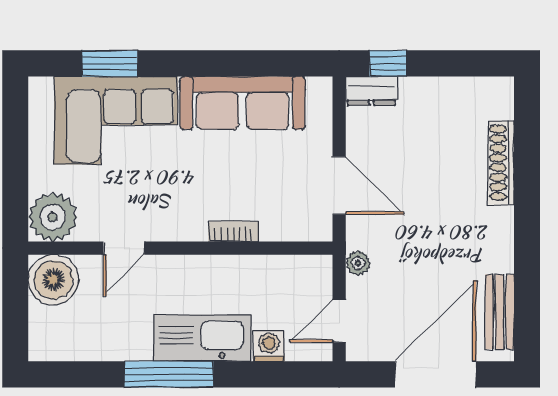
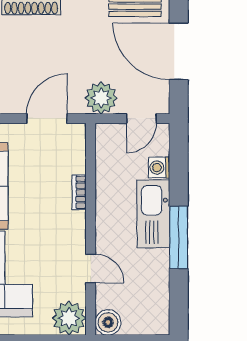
plant: (358, 263) -> (101, 98), width x1.88, depth x1.88
boiler: (53, 280) -> (108, 322), width x0.73, depth x0.73
door: (339, 321) -> (141, 119), hinge flipped

